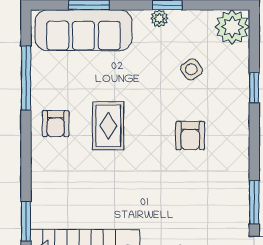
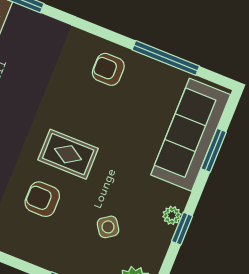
rug: (108, 126) -> (68, 154), moved

